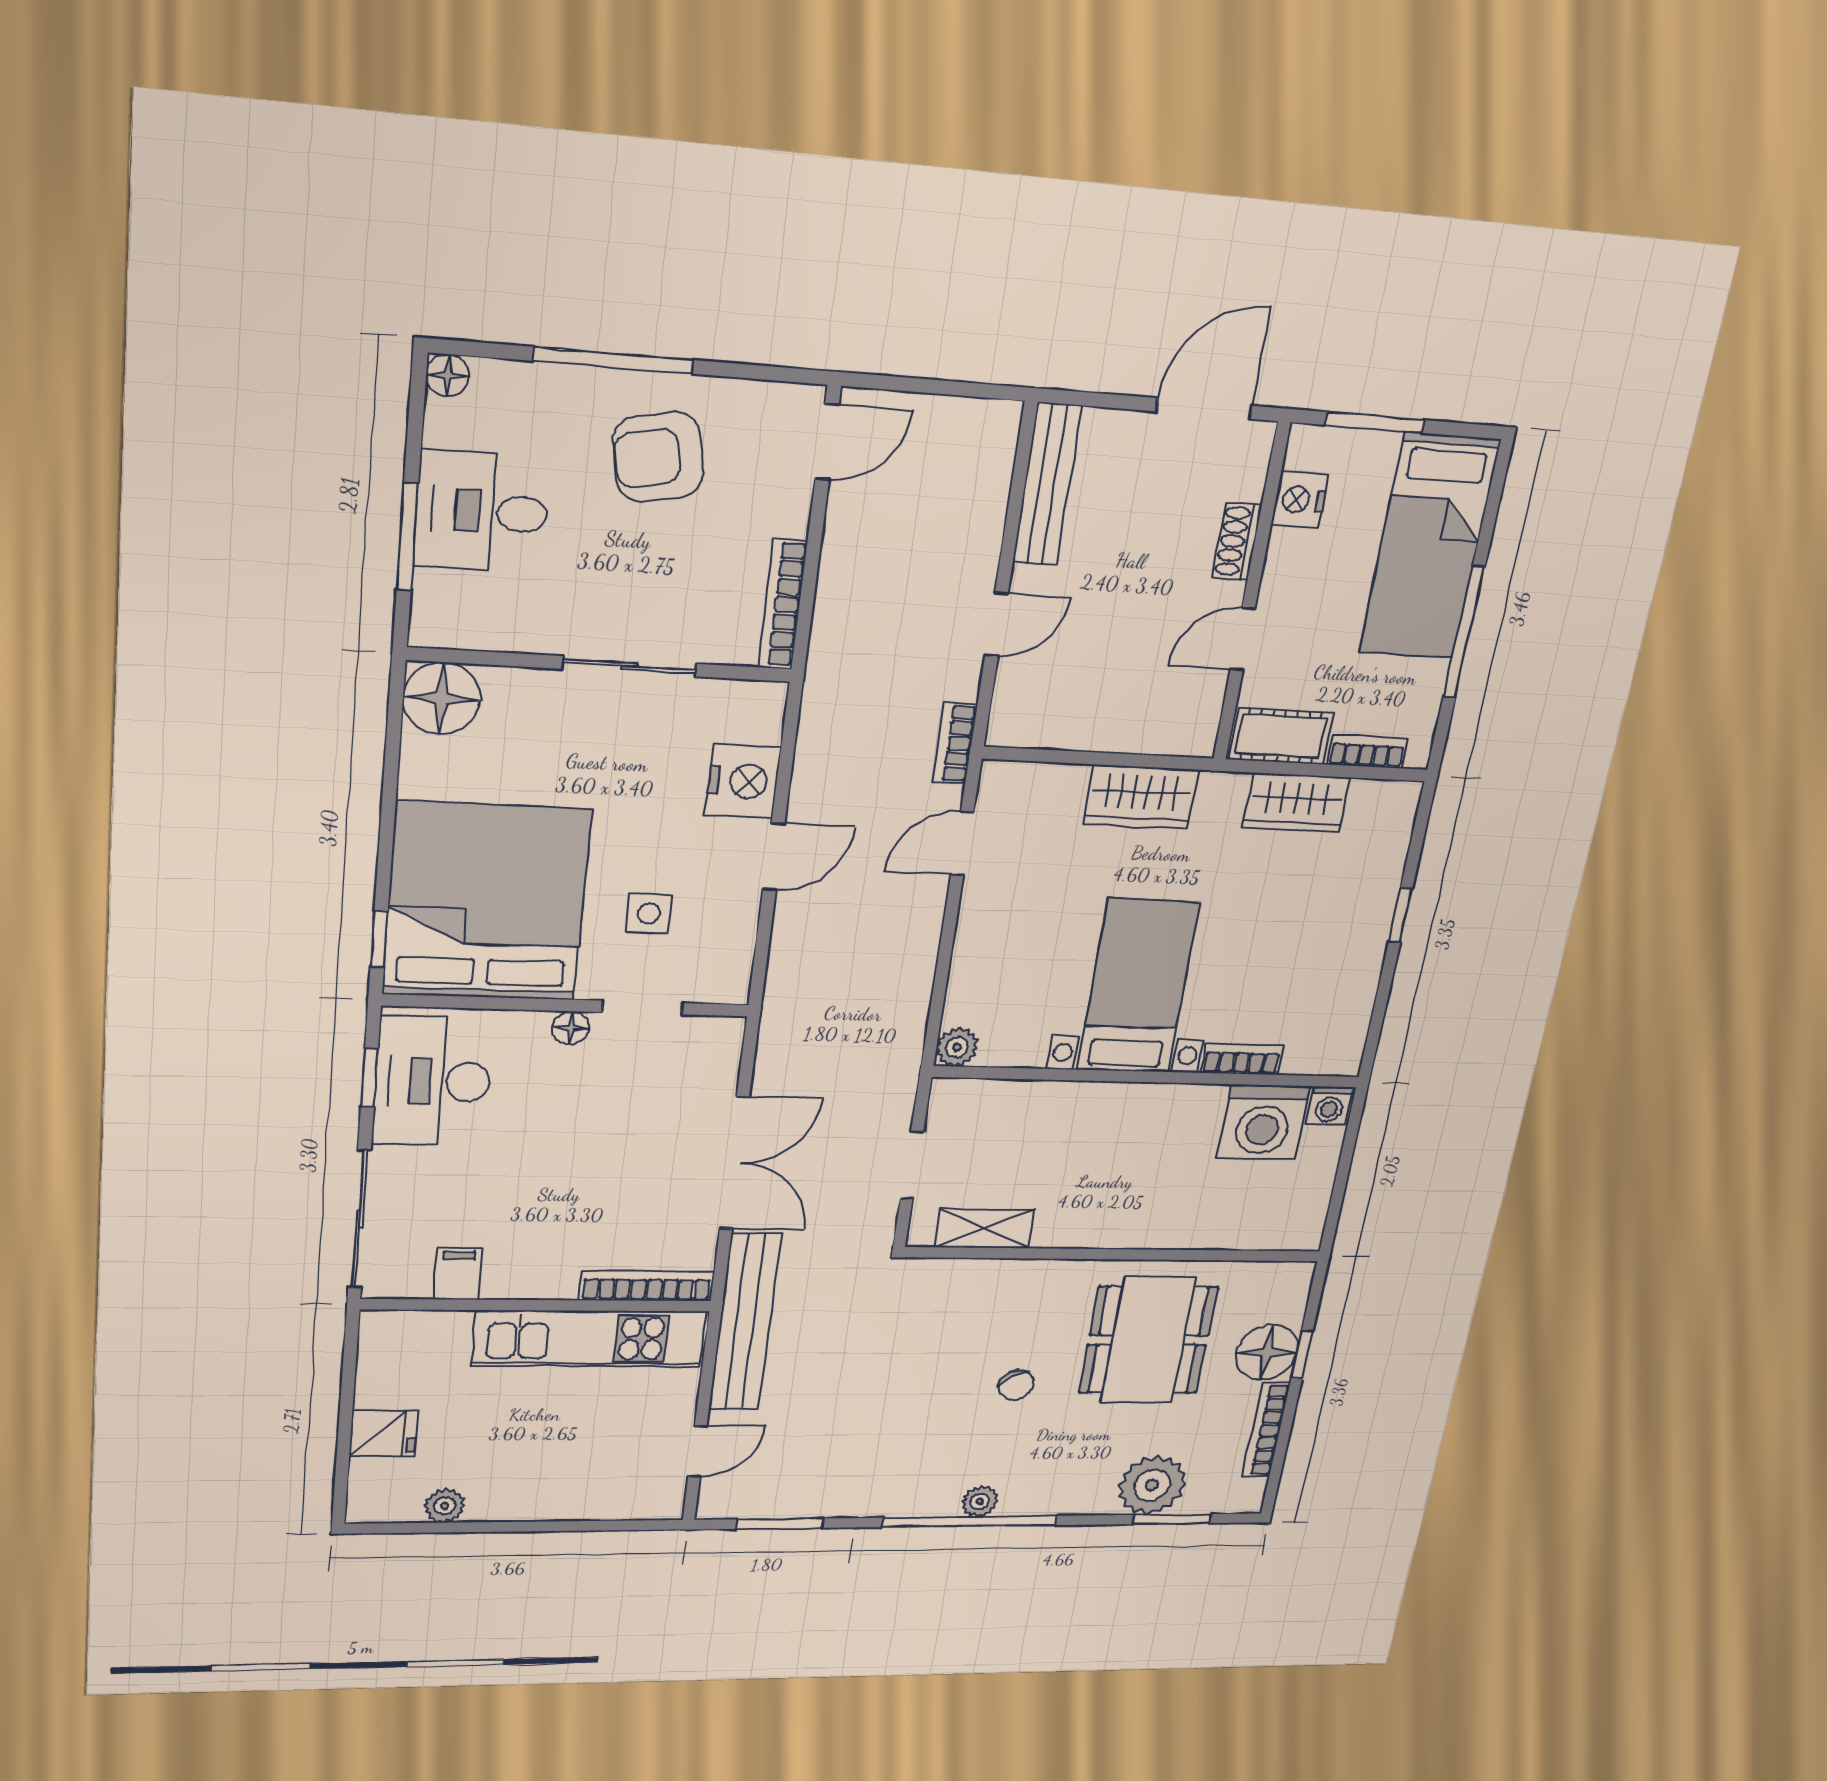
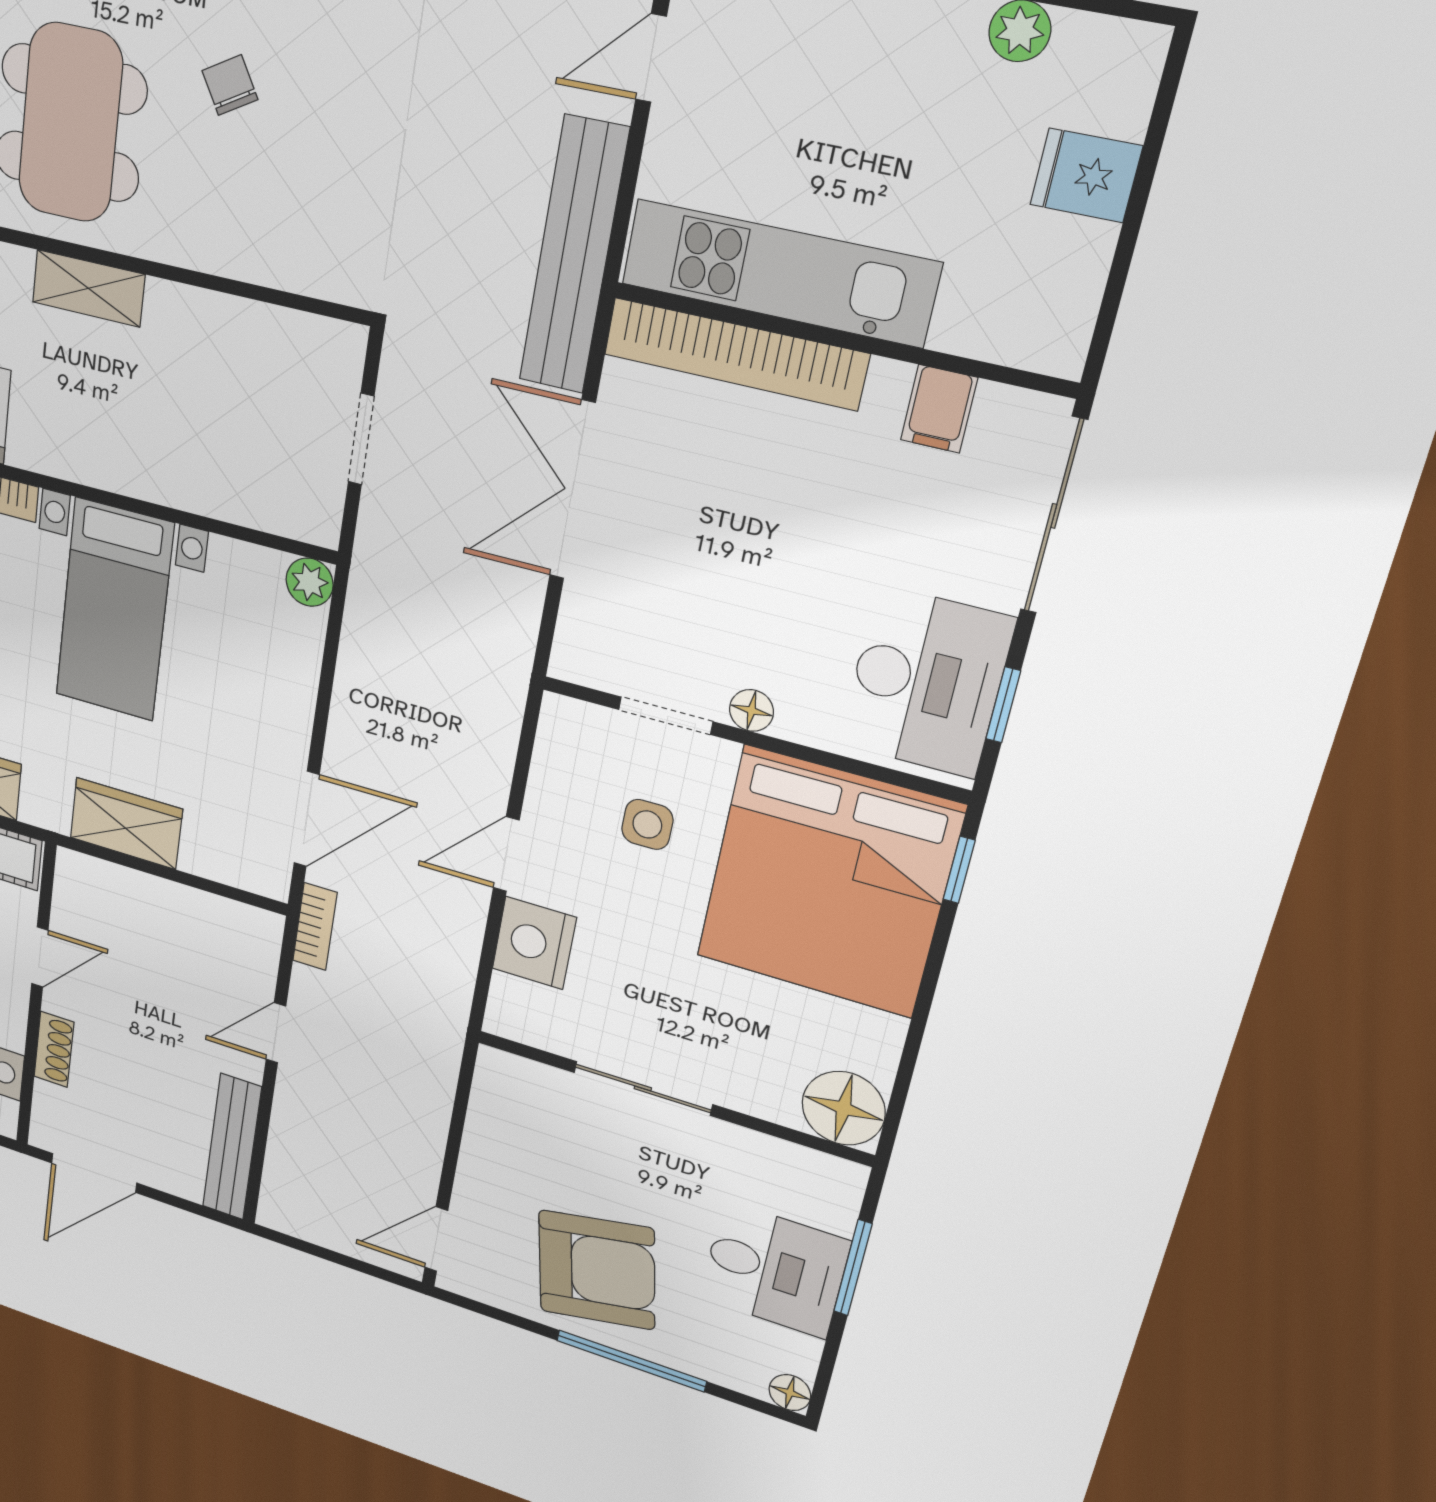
armchair: (658, 457) -> (597, 1270), width x1.36, depth x1.36
bookcase: (783, 604) -> (485, 1107), removed
door: (962, 844) -> (307, 819), width x1.38
shelving: (984, 1229) -> (88, 288), moved
bookcase: (647, 1286) -> (735, 354), width x1.48, depth x1.31

